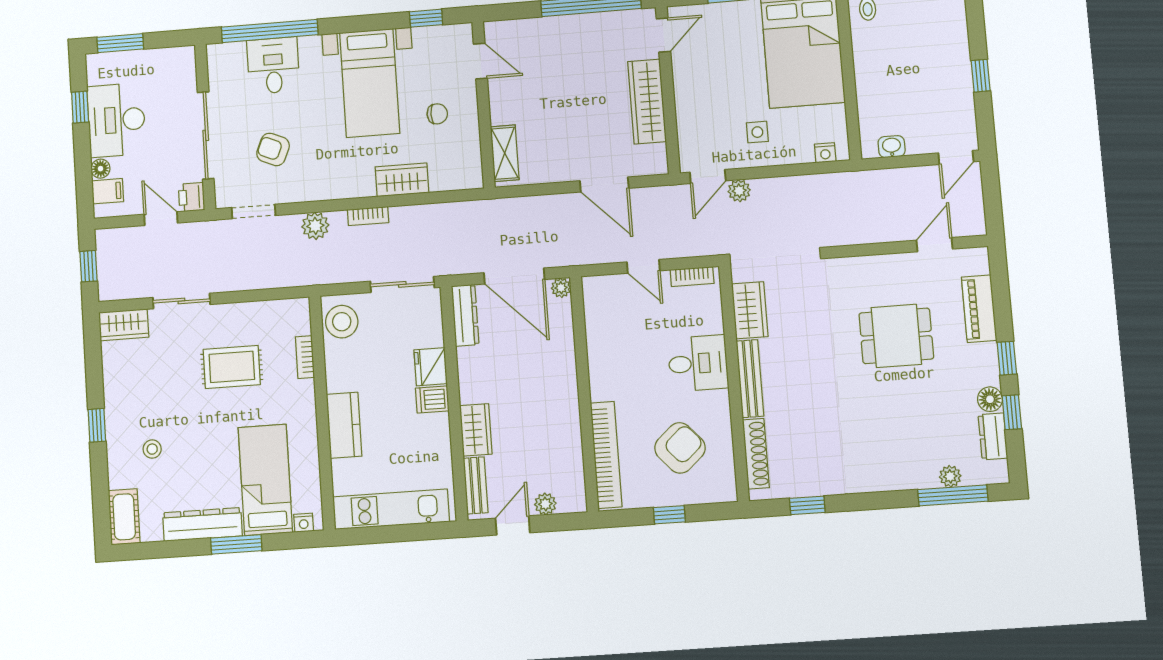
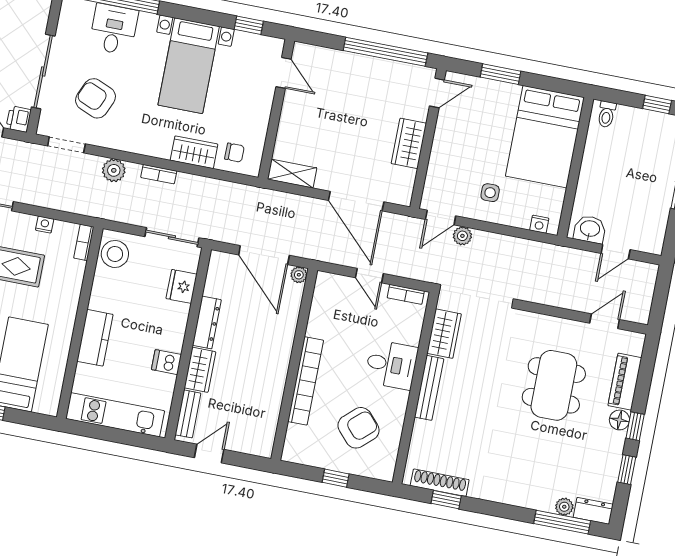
wardrobe: (647, 102) -> (409, 143), width x0.67
chair: (437, 114) -> (234, 153), moved
washbasin: (892, 147) -> (590, 229), width x1.38, depth x1.45
armchair: (273, 149) -> (95, 98), width x1.38, depth x1.38
shelving: (505, 153) -> (292, 174), moved, turned 90
door: (956, 157) -> (616, 252), moved
door: (604, 185) -> (356, 201), width x1.36
dresser: (465, 315) -> (207, 322), moved
dining table: (896, 336) -> (554, 385), width x1.38
bookcase: (305, 357) -> (84, 242), moved
fridge: (431, 367) -> (182, 286), moved
dishwasher: (432, 399) -> (166, 362), moved
floor lamp: (990, 399) -> (619, 420), moved
dresser: (993, 436) -> (593, 511), moved, turned 90
shoe rack: (756, 454) -> (440, 483), moved, turned -90
bookcase: (606, 455) -> (306, 381), moved
plant: (545, 504) -> (240, 443), removed
nightstand: (304, 523) -> (45, 225), moved, turned 180

